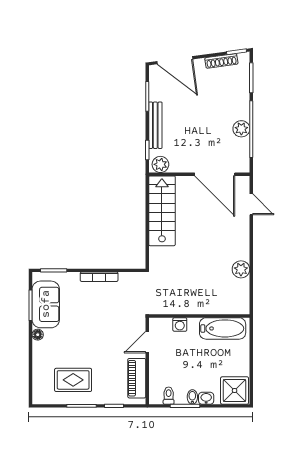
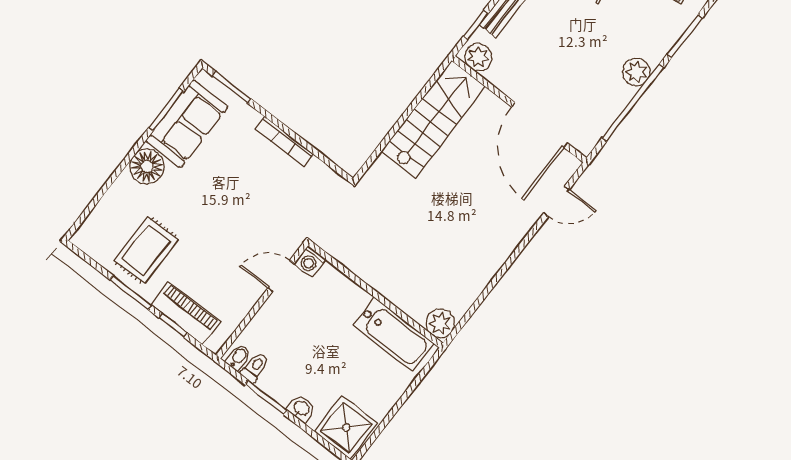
plant: (241, 129) -> (636, 72), moved
door: (251, 204) -> (556, 201), hinge flipped
plant: (241, 269) -> (440, 323), moved
washing machine: (180, 325) -> (310, 261), moved
floor lamp: (38, 335) -> (147, 167), width x1.89, depth x1.89
piano: (137, 378) -> (186, 313), moved, turned 90
rug: (73, 380) -> (146, 250), turned 90
bidet: (192, 397) -> (238, 357), moved

